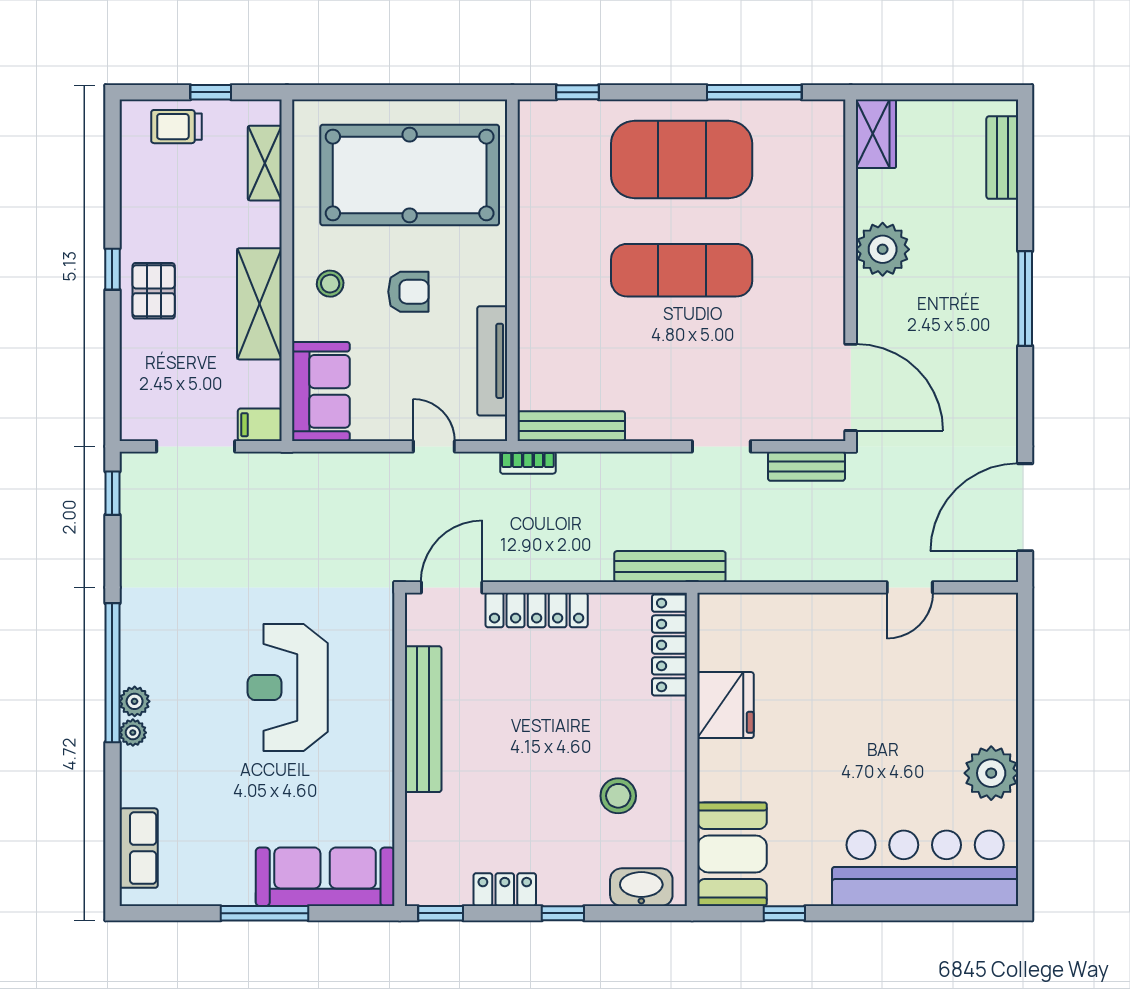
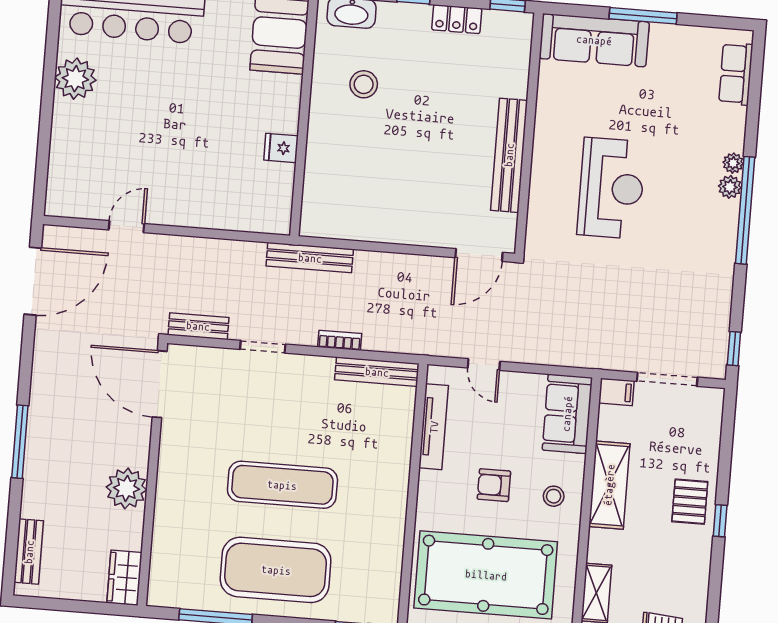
bookcase: (528, 463) -> (340, 340), moved
locker: (537, 610) -> (415, 232), removed
locker: (670, 645) -> (315, 197), removed
fridge: (726, 705) -> (281, 148), width x0.53, depth x0.75

